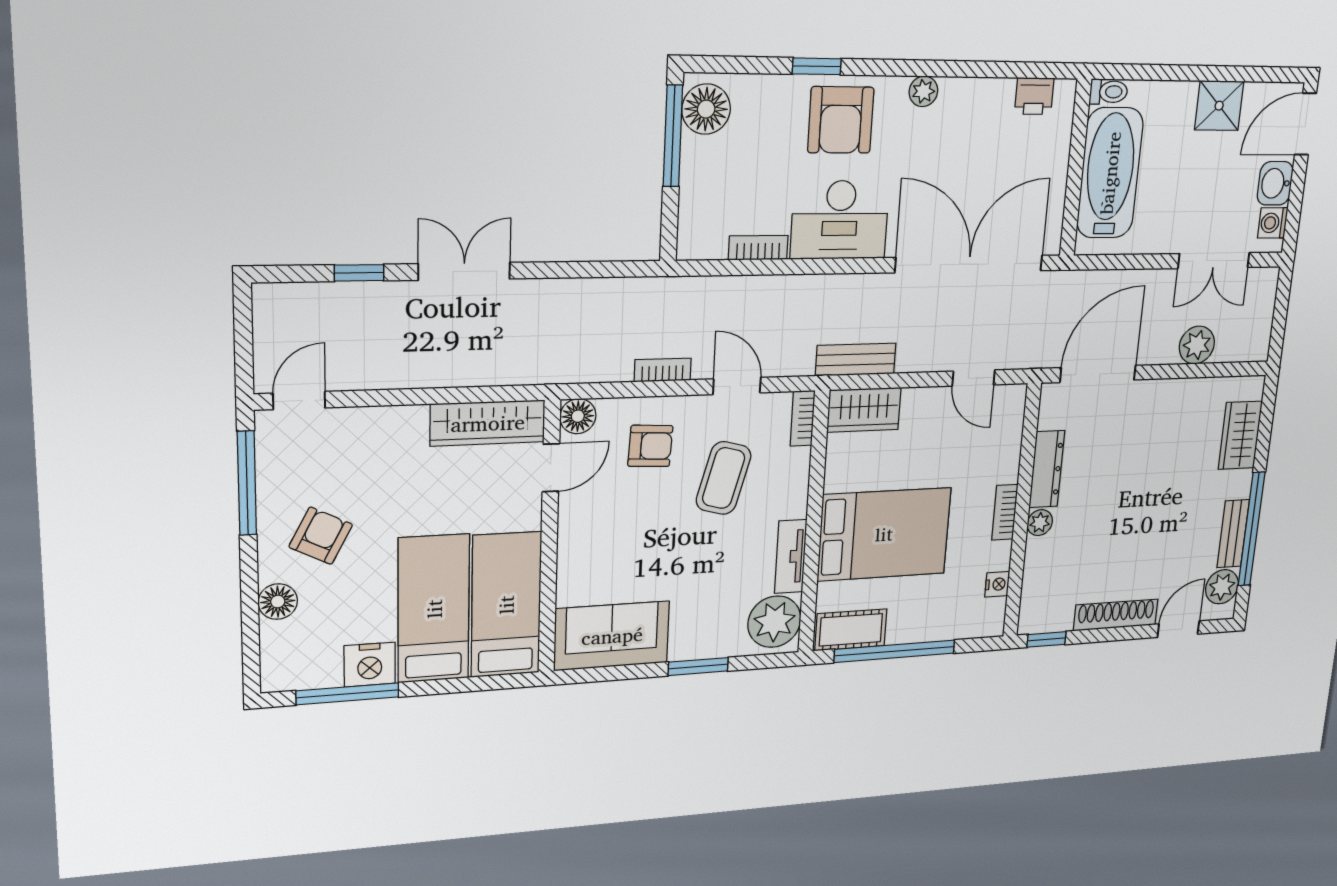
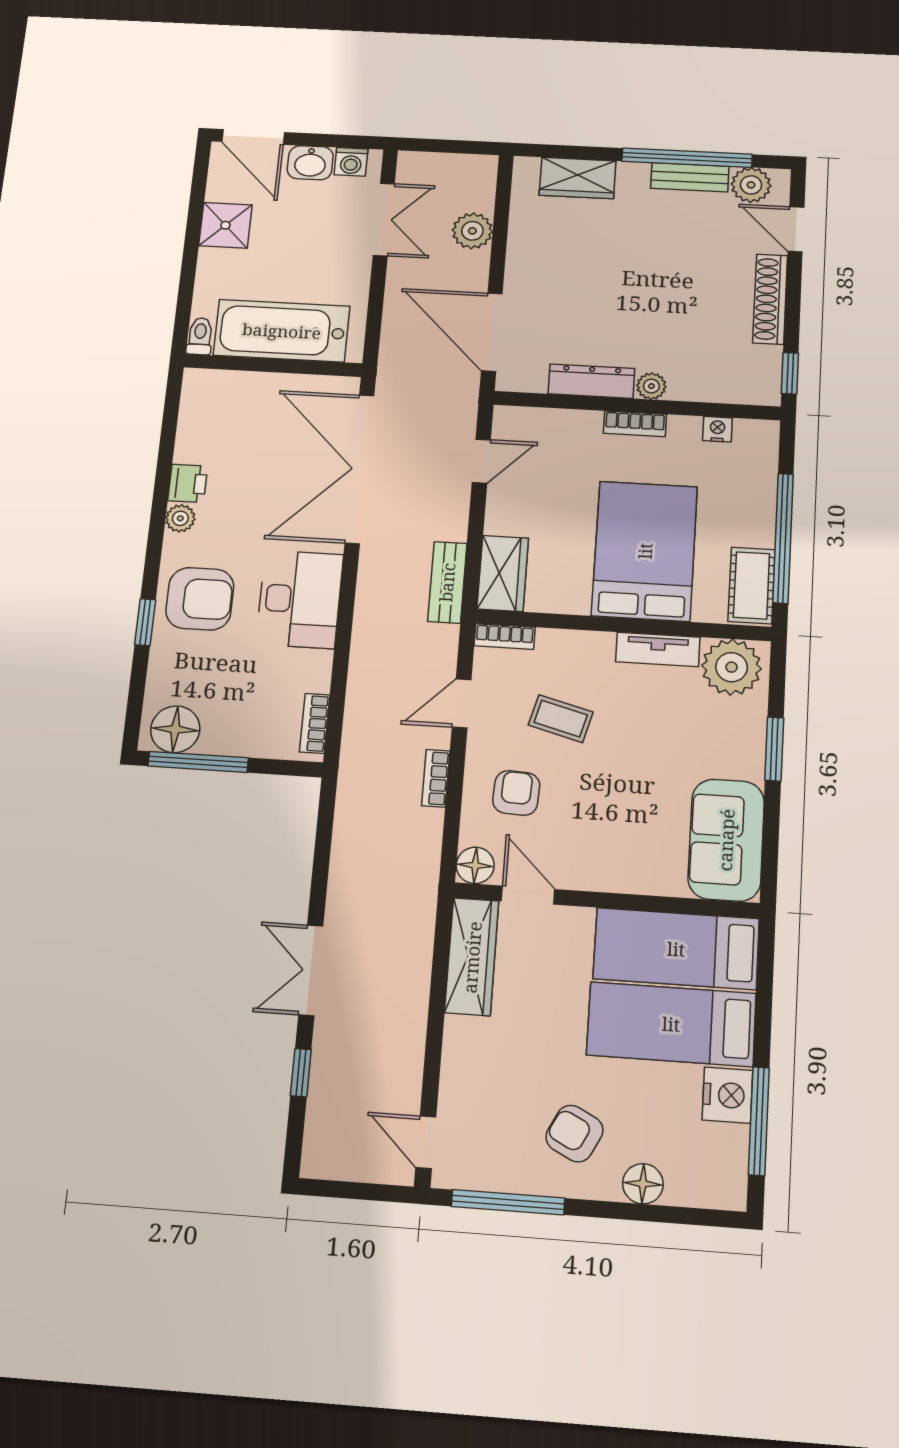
printer: (1034, 96) -> (188, 483), moved
bookcase: (758, 248) -> (315, 723), moved
coffee table: (724, 478) -> (561, 719), width x0.73, depth x0.77

